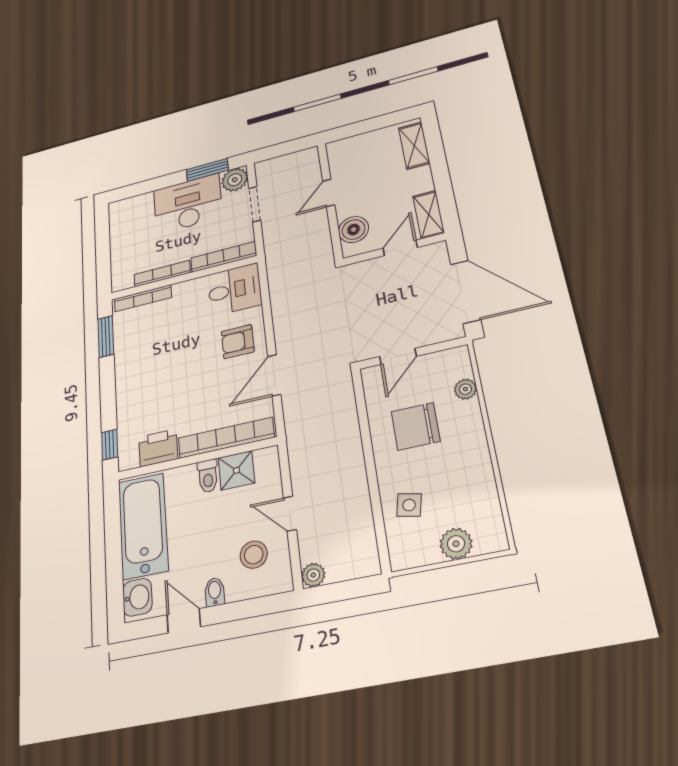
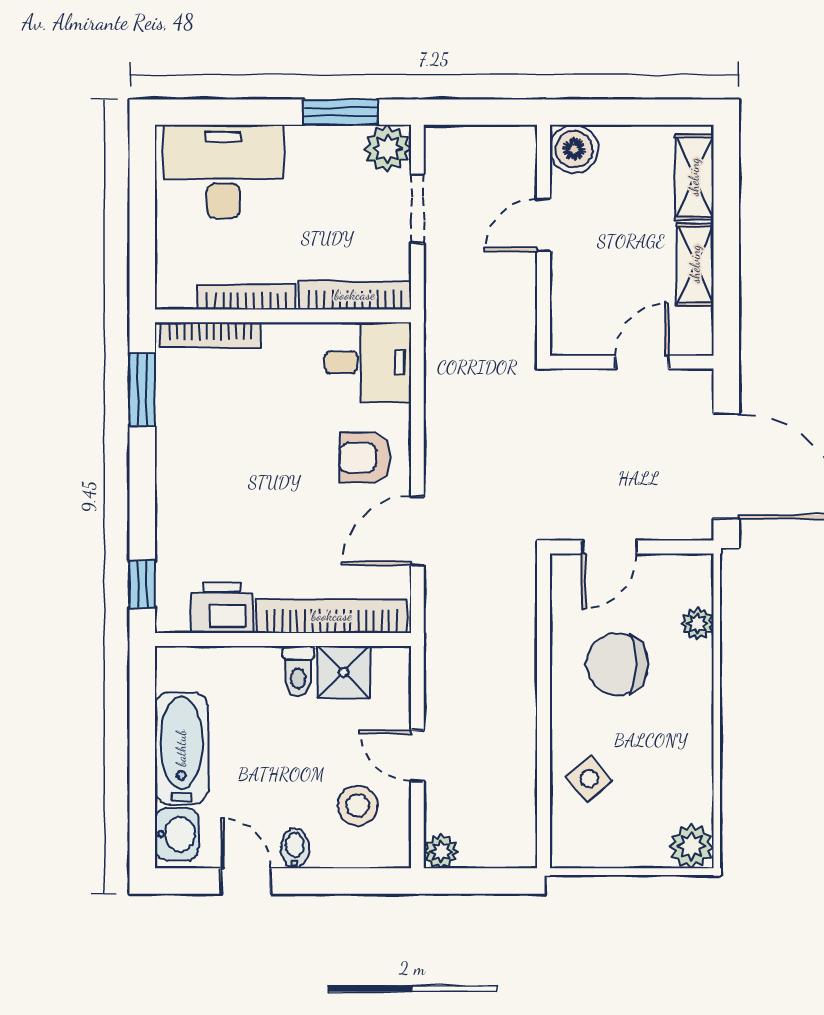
desk: (188, 204) -> (223, 172), moved
shelving: (429, 214) -> (695, 264), moved
boiler: (354, 230) -> (574, 149), moved
side table: (409, 505) -> (589, 779), turned 38
bathtub: (143, 526) -> (181, 748), width x0.73, depth x0.73
plant: (456, 544) -> (691, 846), moved

